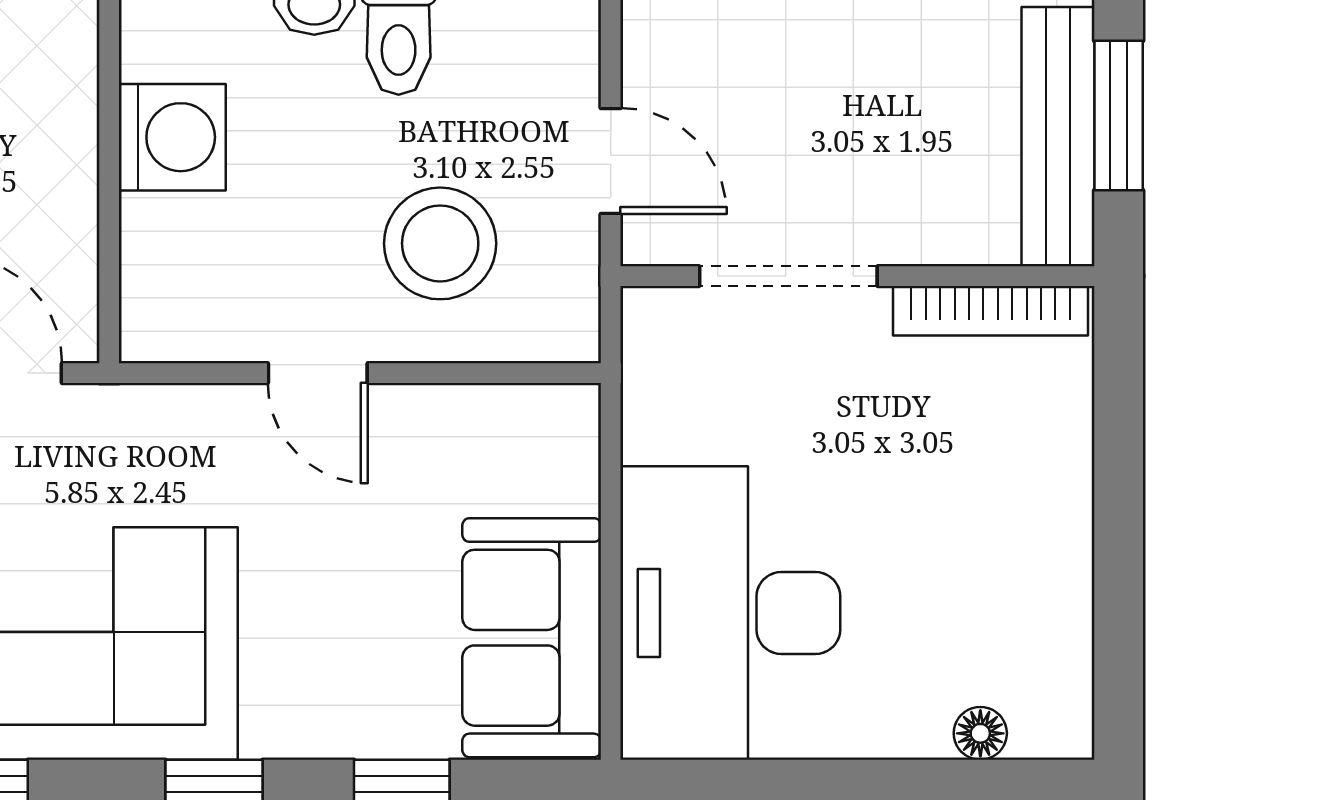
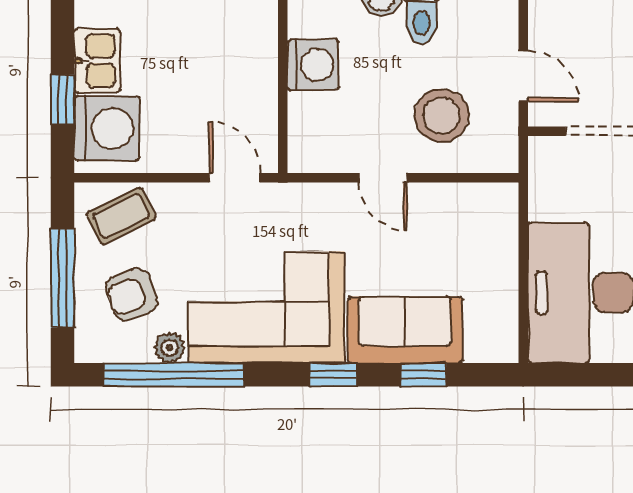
sofa: (532, 638) -> (405, 330), moved, turned 90

